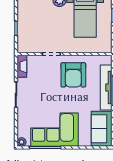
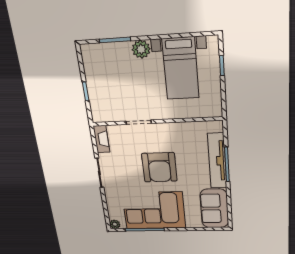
armchair: (73, 75) -> (159, 167), moved

